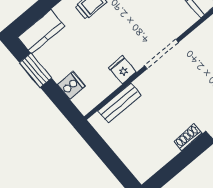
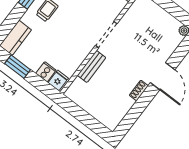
fridge: (122, 70) -> (58, 80), moved, turned 90
bench: (120, 103) -> (92, 67), moved

